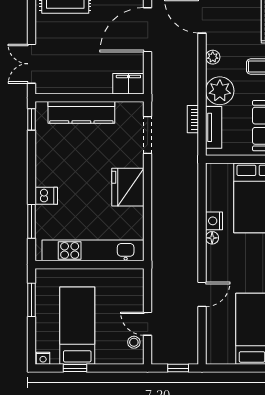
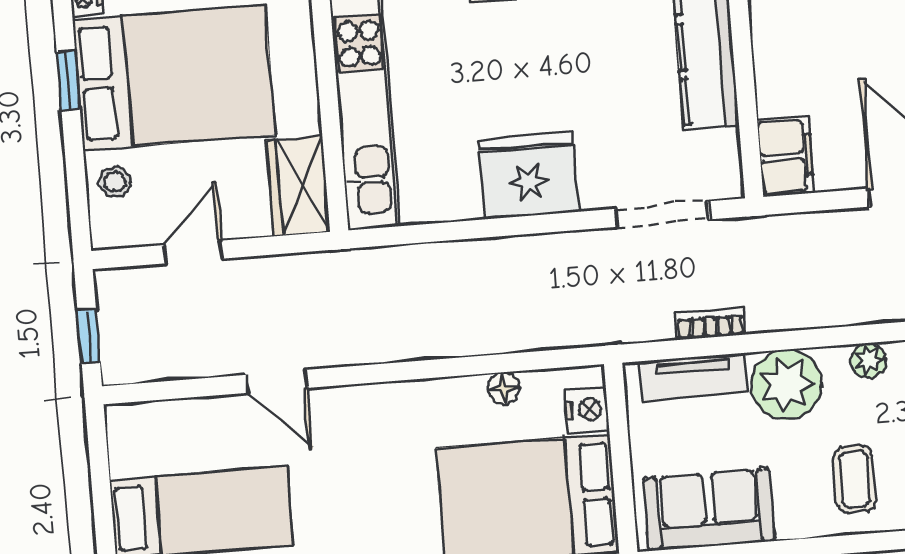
nightstand: (214, 221) -> (587, 410), moved, turned 90
floor lamp: (212, 238) -> (504, 388), moved
wardrobe: (125, 279) -> (298, 186), added
bed: (77, 326) -> (174, 78), width x1.50
stool: (134, 342) -> (115, 182), moved

